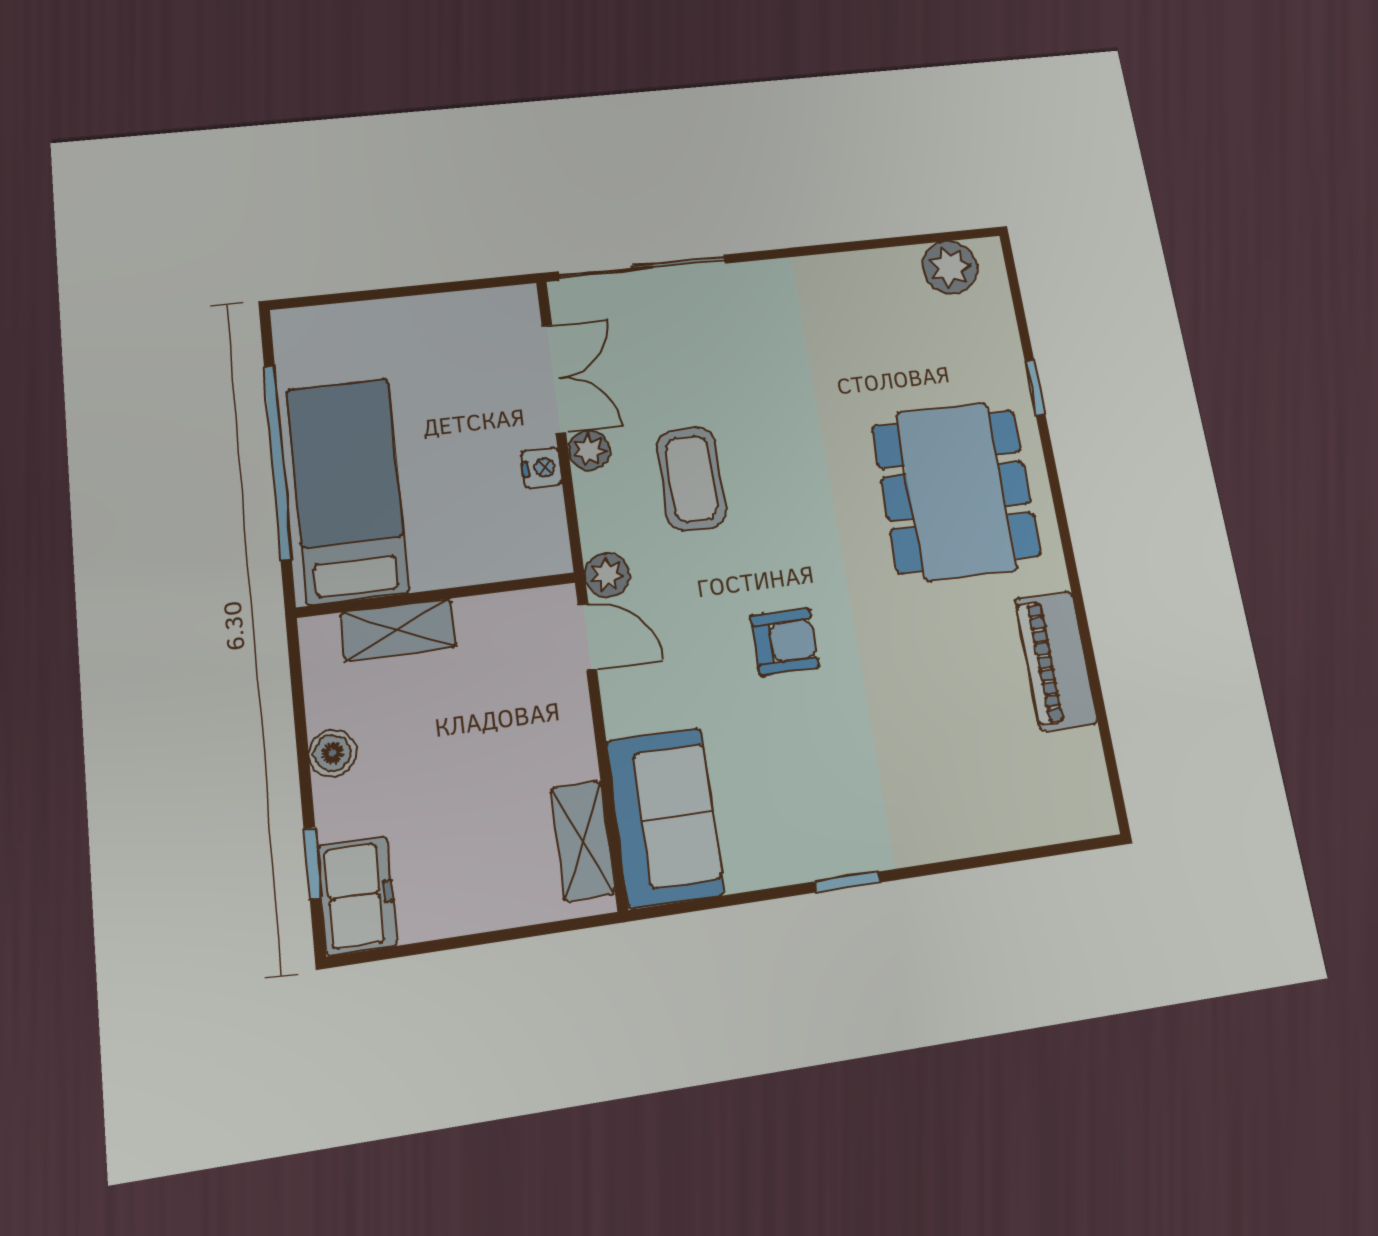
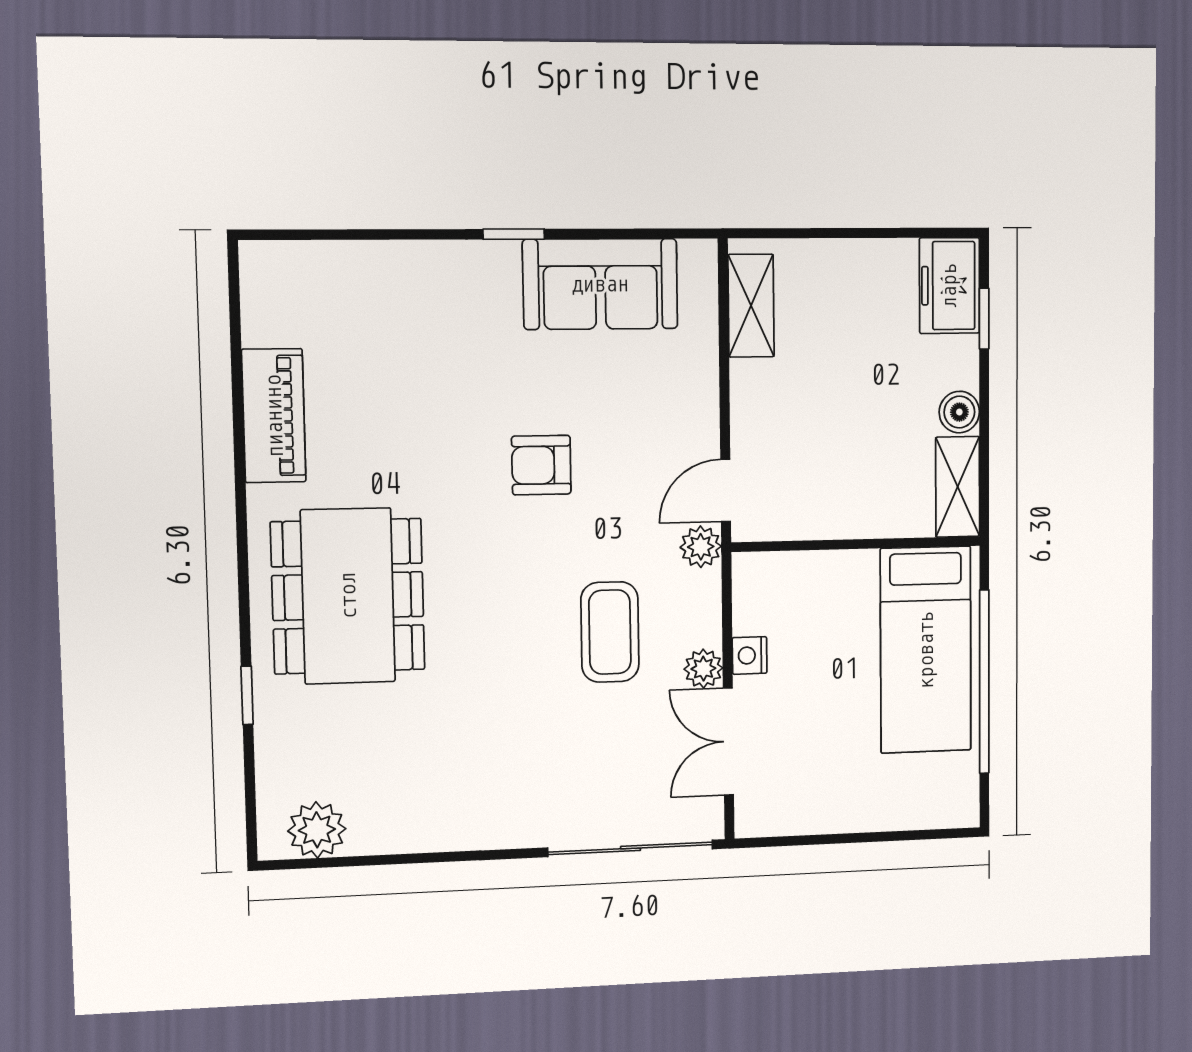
shelving: (398, 630) -> (958, 487), moved, turned 90
door: (587, 637) -> (726, 490), hinge flipped
sofa: (665, 817) -> (600, 284), moved, turned -90

